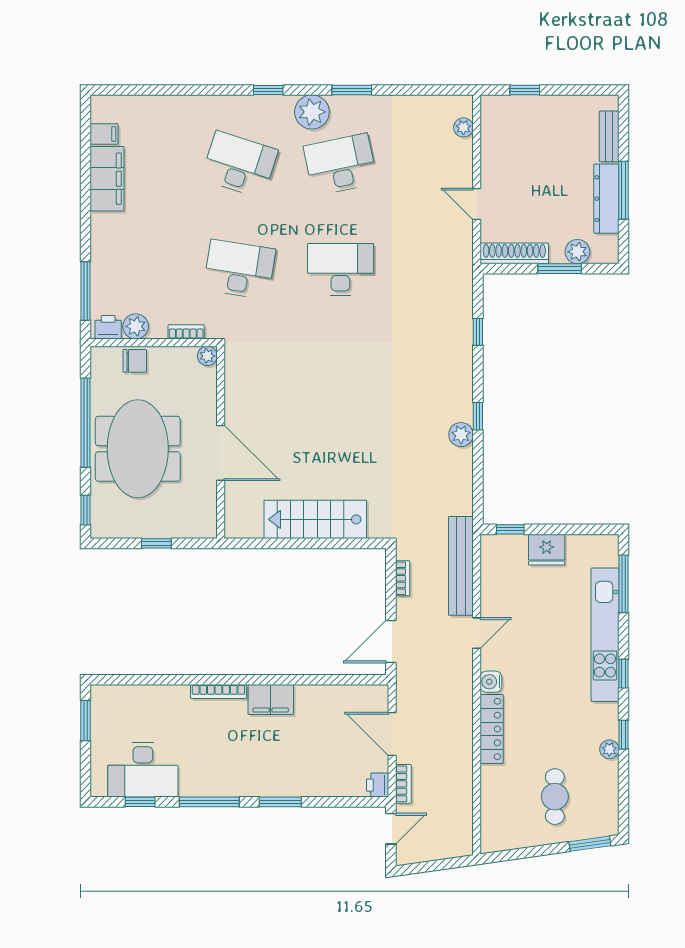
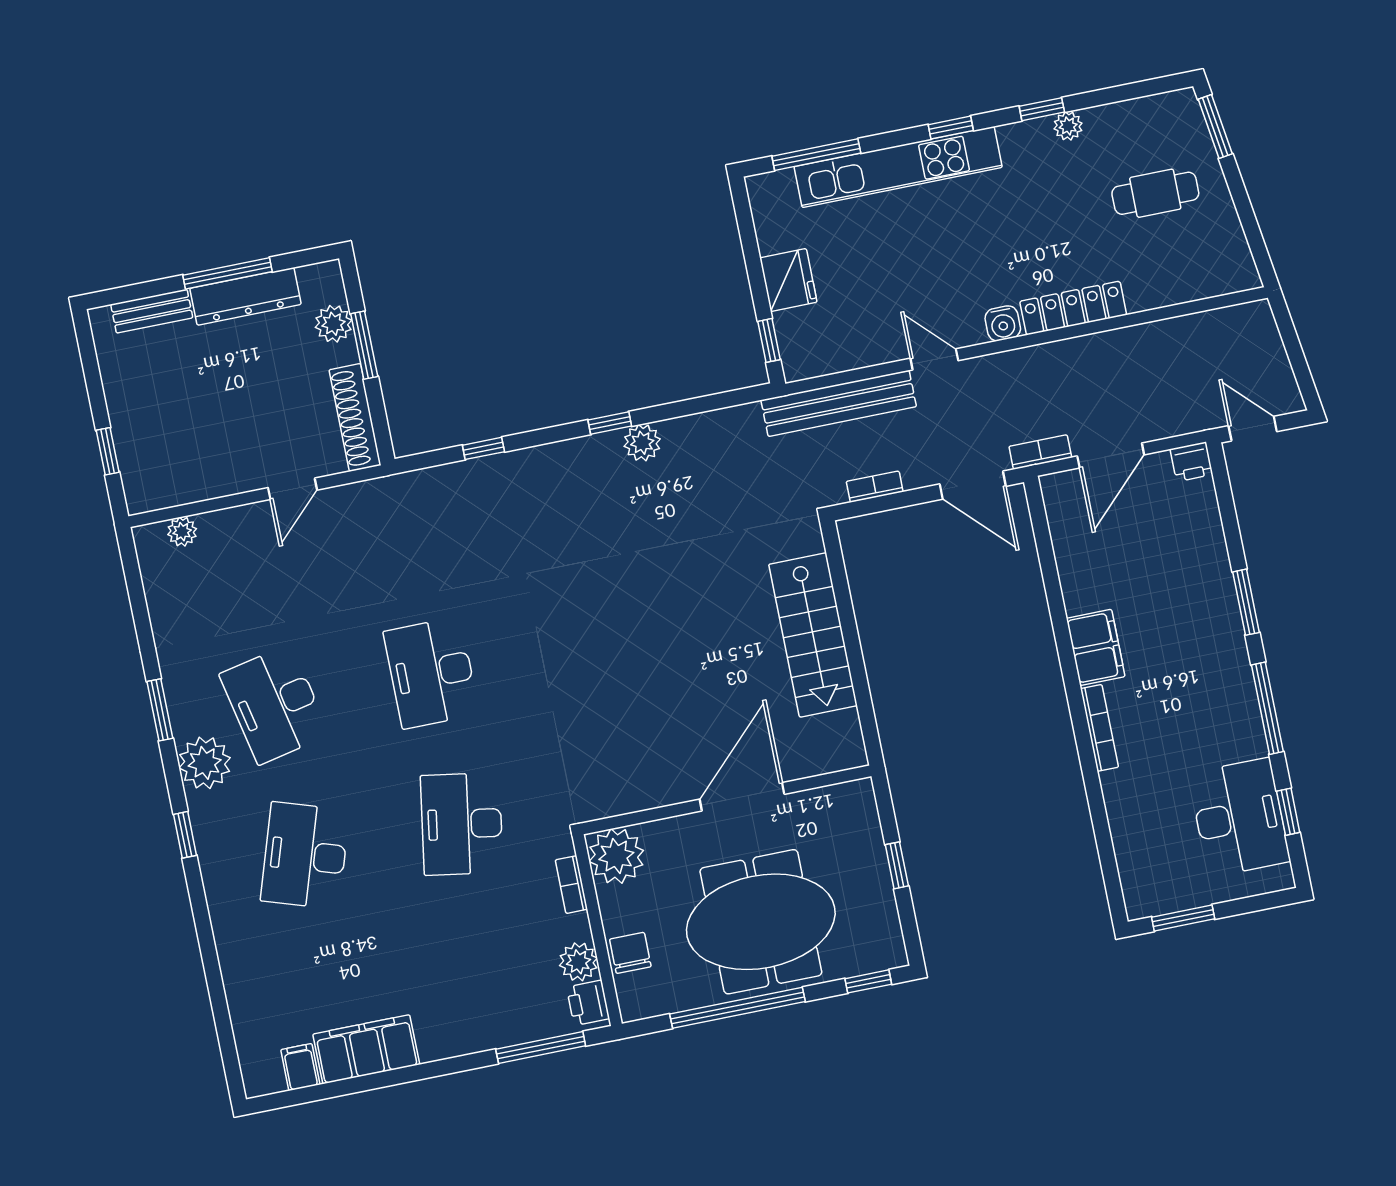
plant: (207, 356) -> (616, 856), width x1.88, depth x1.88
bookcase: (403, 784) -> (1040, 452), moved

